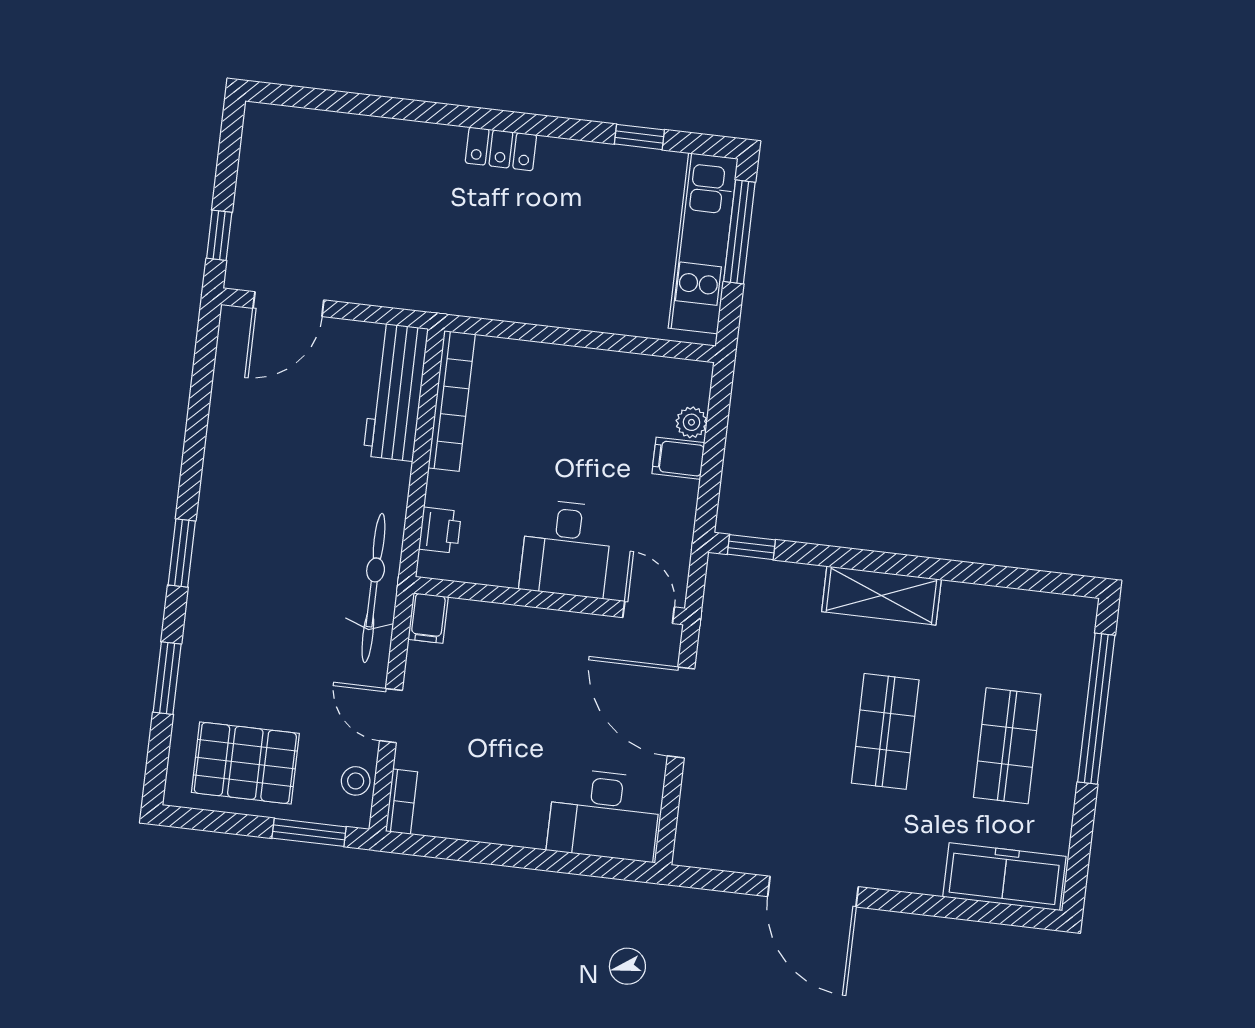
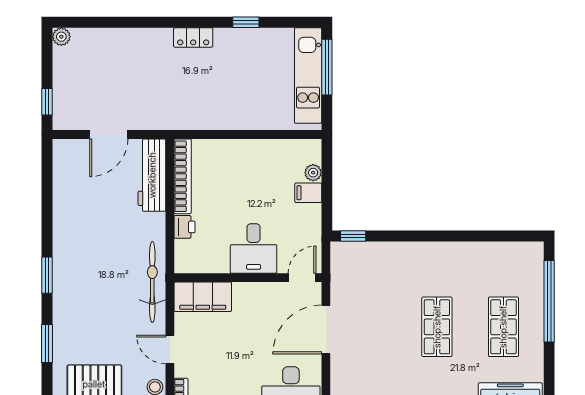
plant: (259, 119) -> (61, 37), added
window: (639, 137) -> (246, 22), moved
door: (288, 304) -> (109, 134), moved
printer: (440, 530) -> (185, 227), moved
shelving: (881, 595) -> (426, 254), removed
door: (649, 612) -> (302, 278), hinge flipped
filing cabinet: (428, 618) -> (203, 297), width x3.00, depth x1.17
door: (681, 712) -> (326, 329), hinge flipped

